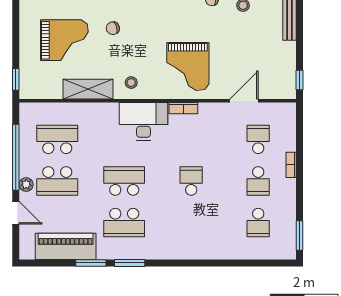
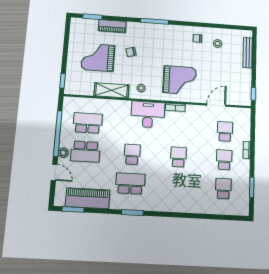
grand piano: (64, 40) -> (98, 57), turned 180
grand piano: (188, 67) -> (180, 80), turned -90
school desk: (124, 181) -> (132, 154), width x0.54
school desk: (258, 181) -> (224, 160), turned 180
school desk: (124, 223) -> (130, 183), turned 180
school desk: (258, 223) -> (223, 189), turned 180
window: (300, 236) -> (252, 187), moved
window: (91, 263) -> (73, 209), moved

